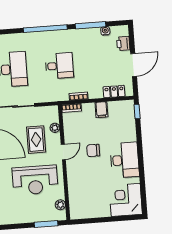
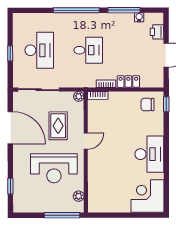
locker: (114, 92) -> (128, 82), moved
filing cabinet: (101, 110) -> (129, 100), removed
plant: (55, 128) -> (79, 96), moved
chair: (93, 150) -> (148, 105), moved
window: (46, 224) -> (62, 215), width x1.44

